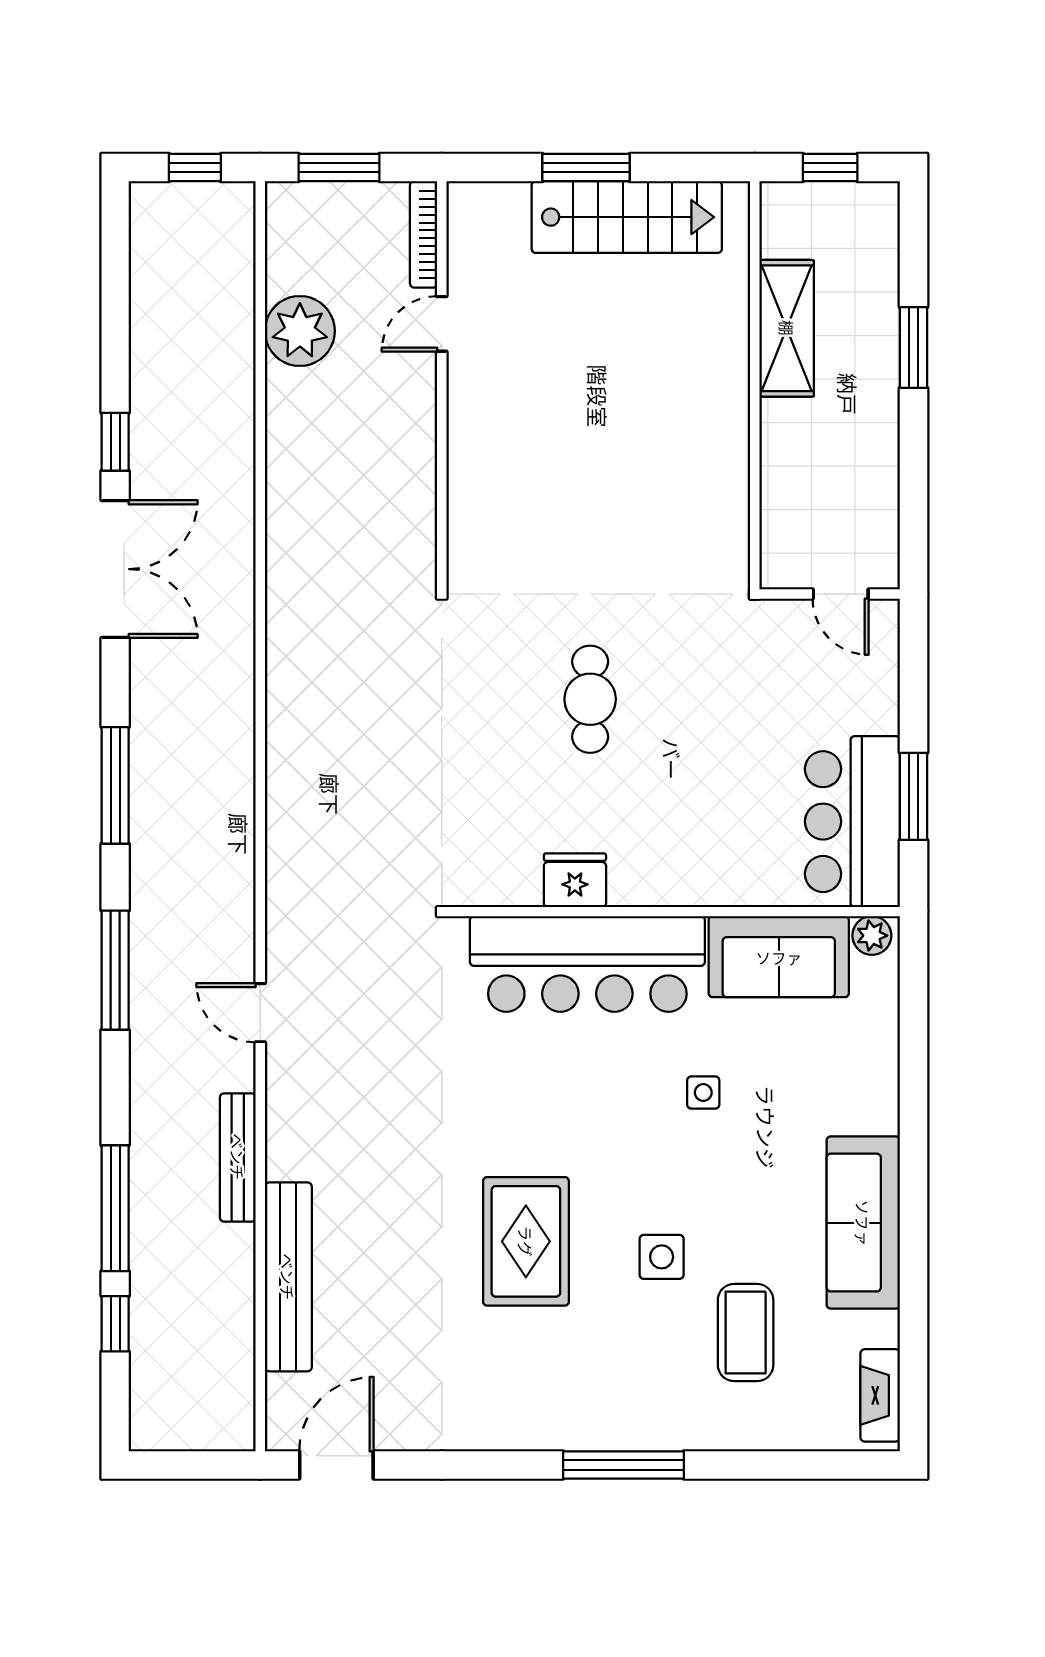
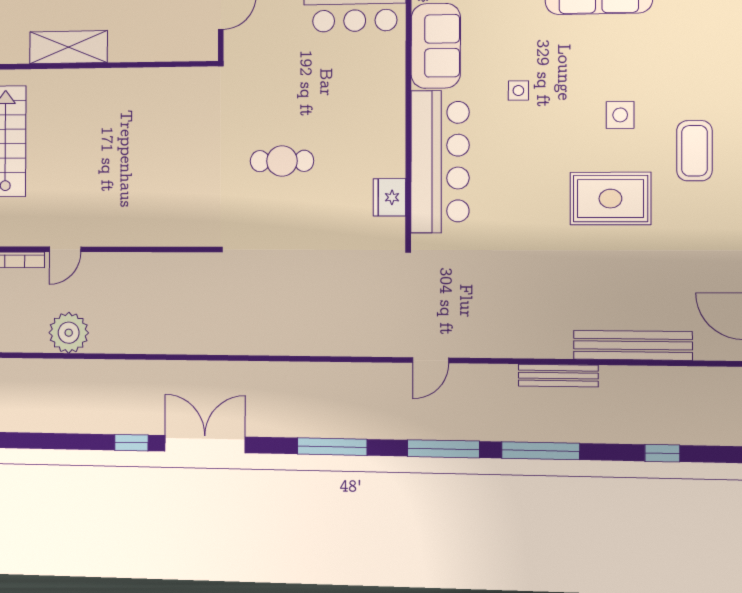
door: (442, 324) -> (65, 249), hinge flipped
fridge: (575, 880) -> (389, 197), moved
door: (260, 1013) -> (431, 360), moved
window: (115, 1208) -> (541, 451), moved
coffee table: (746, 1333) -> (694, 151), moved, turned 90

